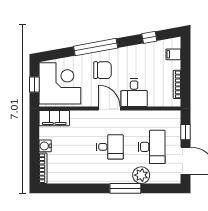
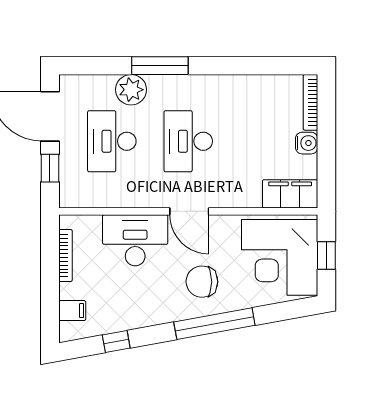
desk: (134, 93) -> (135, 240), width x1.37
desk: (110, 147) -> (188, 141), width x1.37

